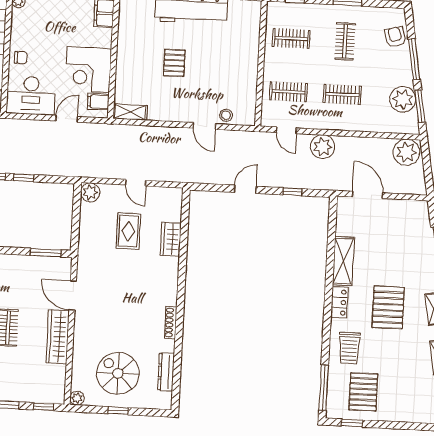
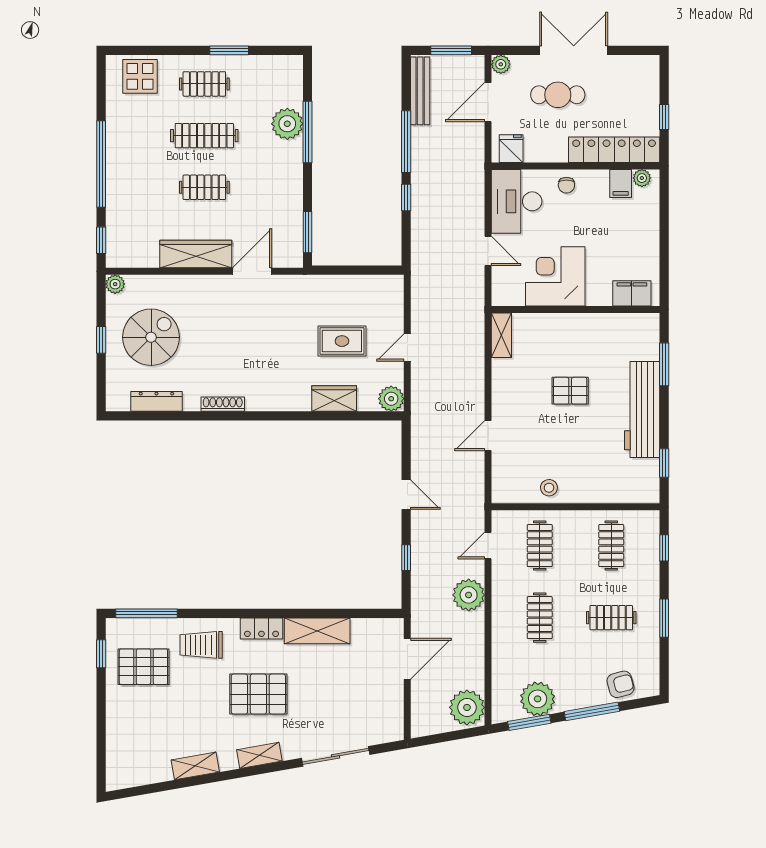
filing cabinet: (98, 102) -> (621, 183), moved, turned 180
stool: (226, 115) -> (549, 488), moved
plant: (90, 192) -> (391, 399), moved

